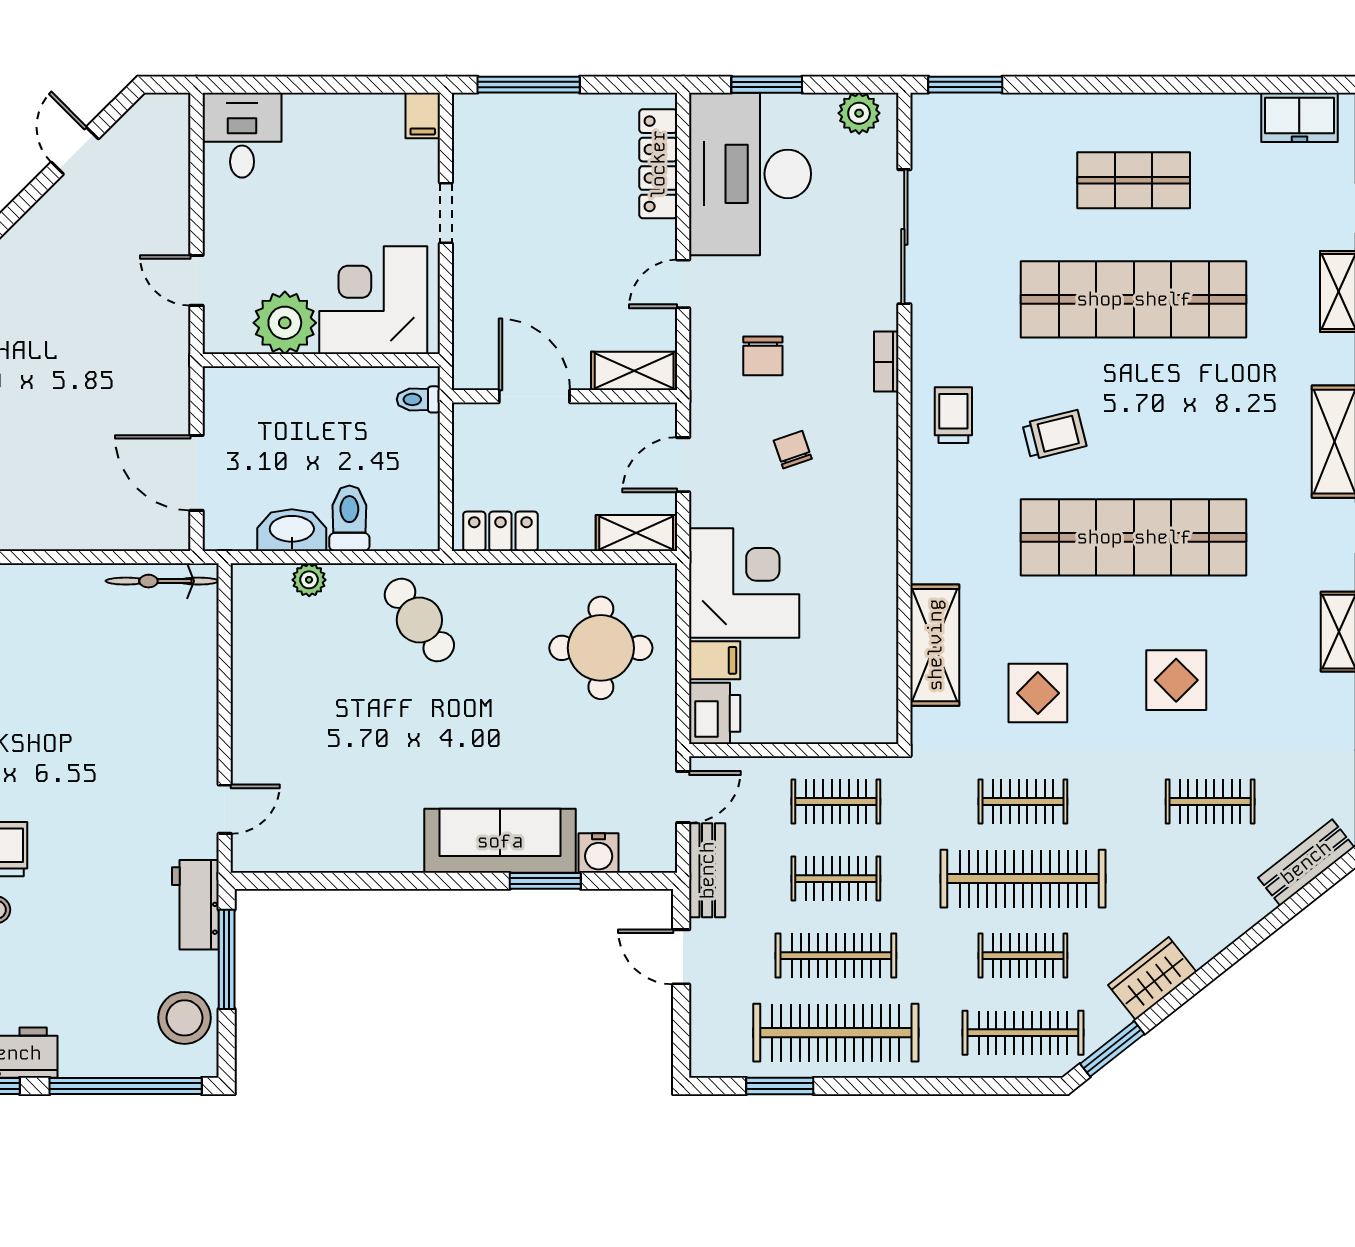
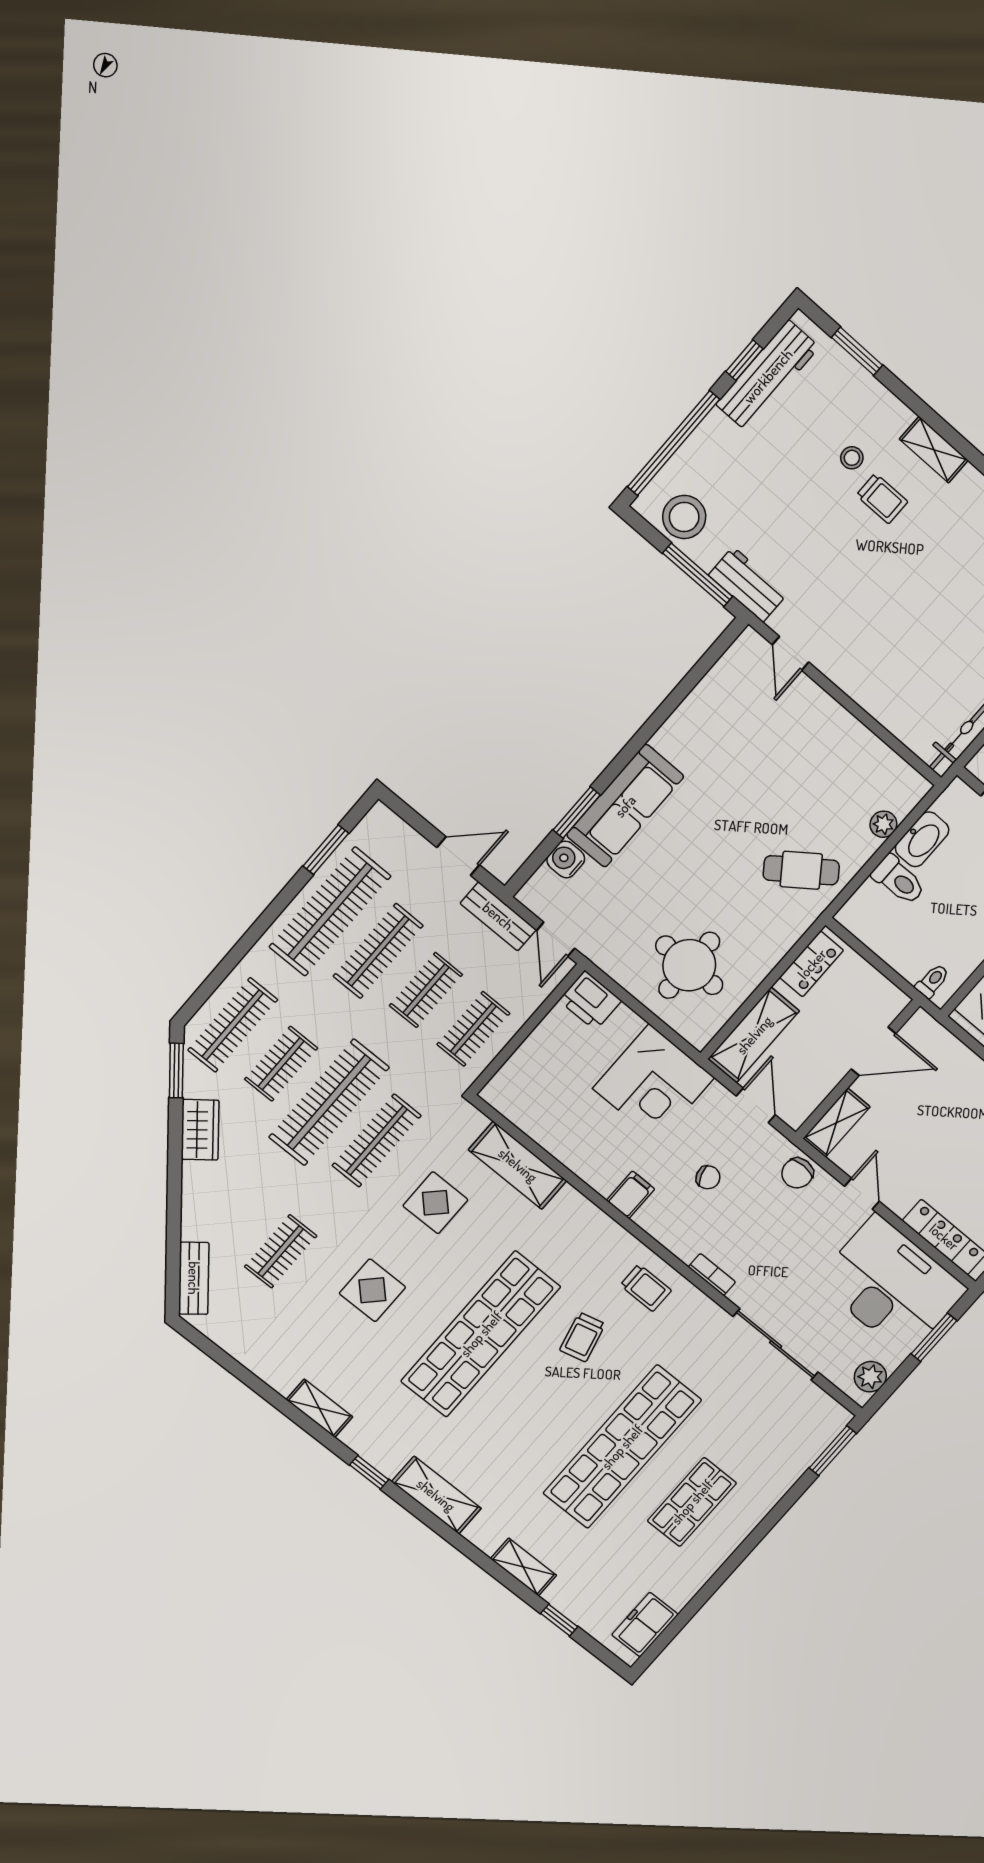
chair: (763, 356) -> (797, 1173), moved, turned -90
shelving: (636, 533) -> (754, 1035), width x1.50, depth x1.33
filing cabinet: (715, 660) -> (630, 1195), moved, turned 180
clothes rail: (1023, 802) -> (377, 1141), width x1.36

